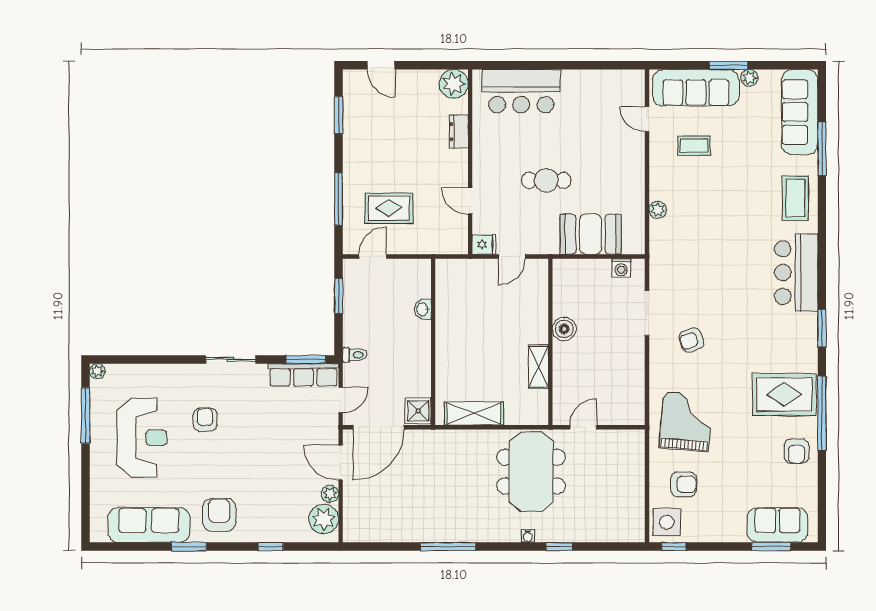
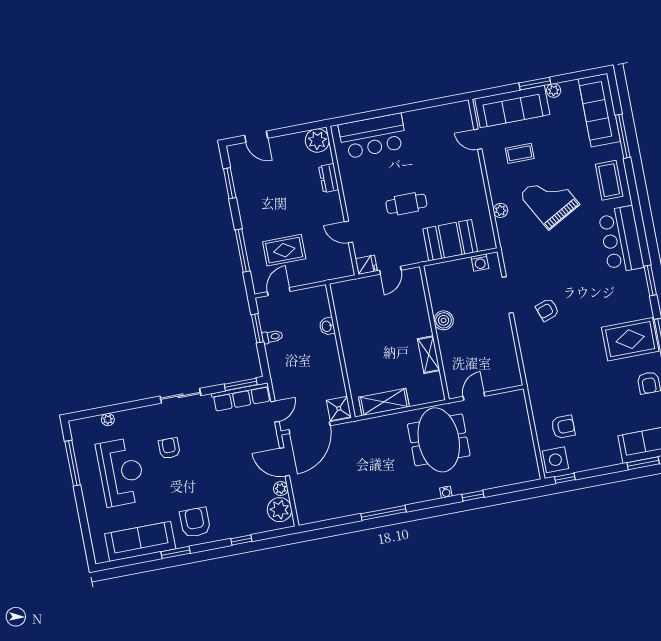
toilet: (355, 355) -> (272, 337), moved
plant: (97, 371) -> (108, 420), moved
grand piano: (686, 422) -> (549, 200), moved, turned -34

